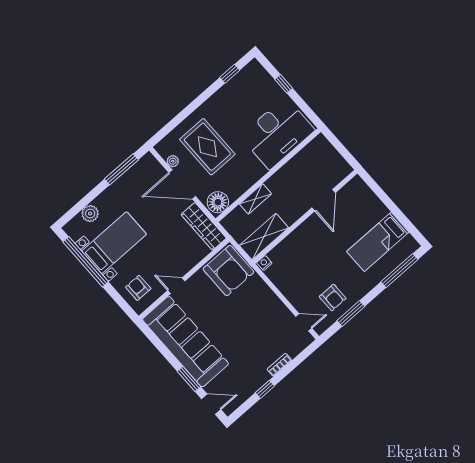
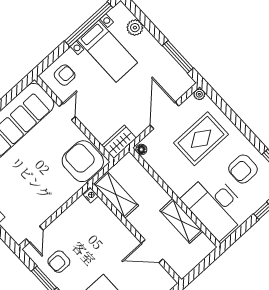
armchair: (240, 104) -> (243, 169), added
plant: (173, 161) -> (199, 94), moved
shelving: (255, 199) -> (181, 221), moved, width x1.50, depth x1.33
floor lamp: (218, 202) -> (141, 150), width x0.53, depth x0.53
wardrobe: (204, 226) -> (119, 142), width x0.67
armchair: (228, 271) -> (83, 161), turned 90

